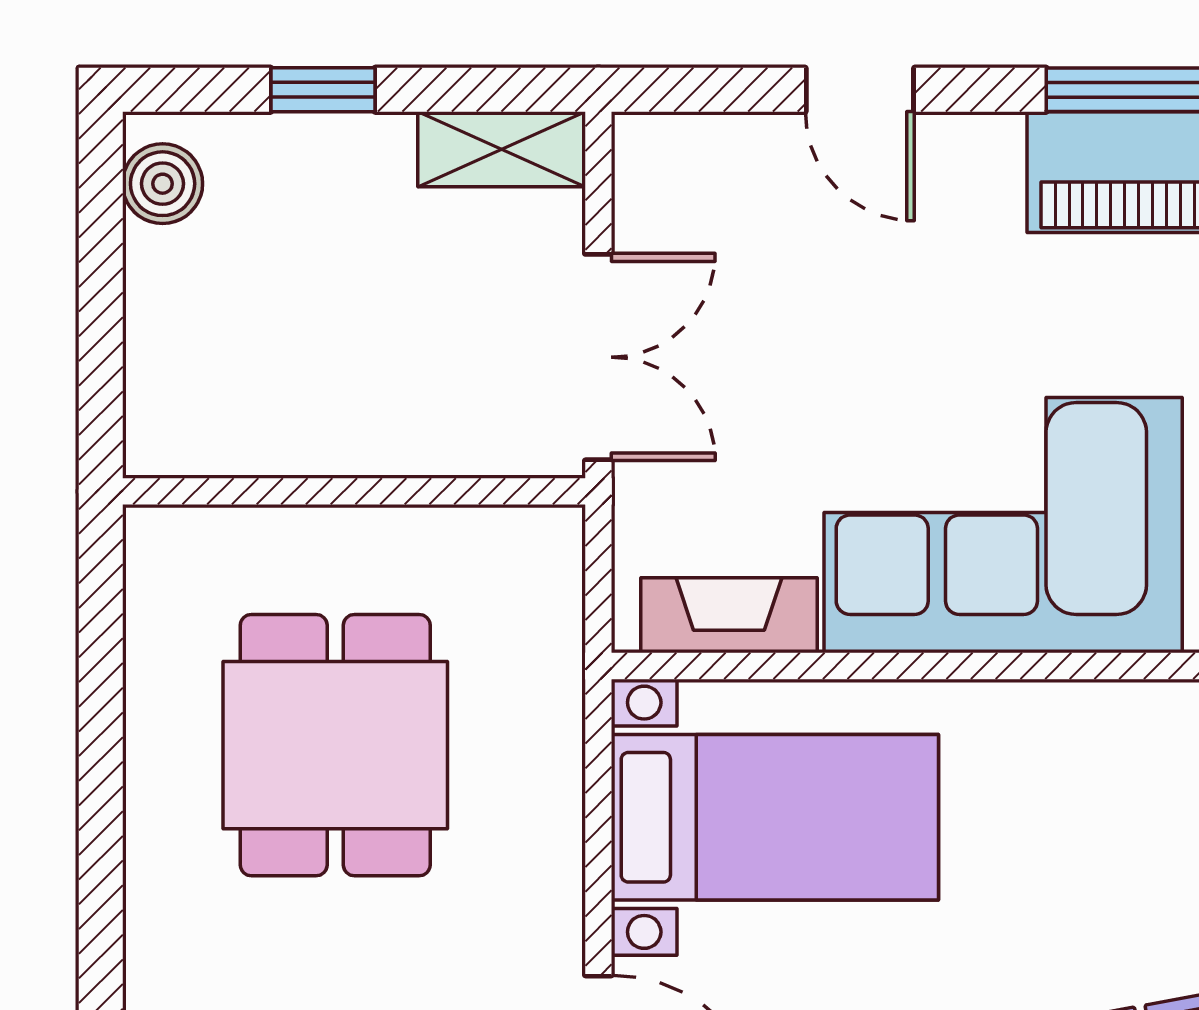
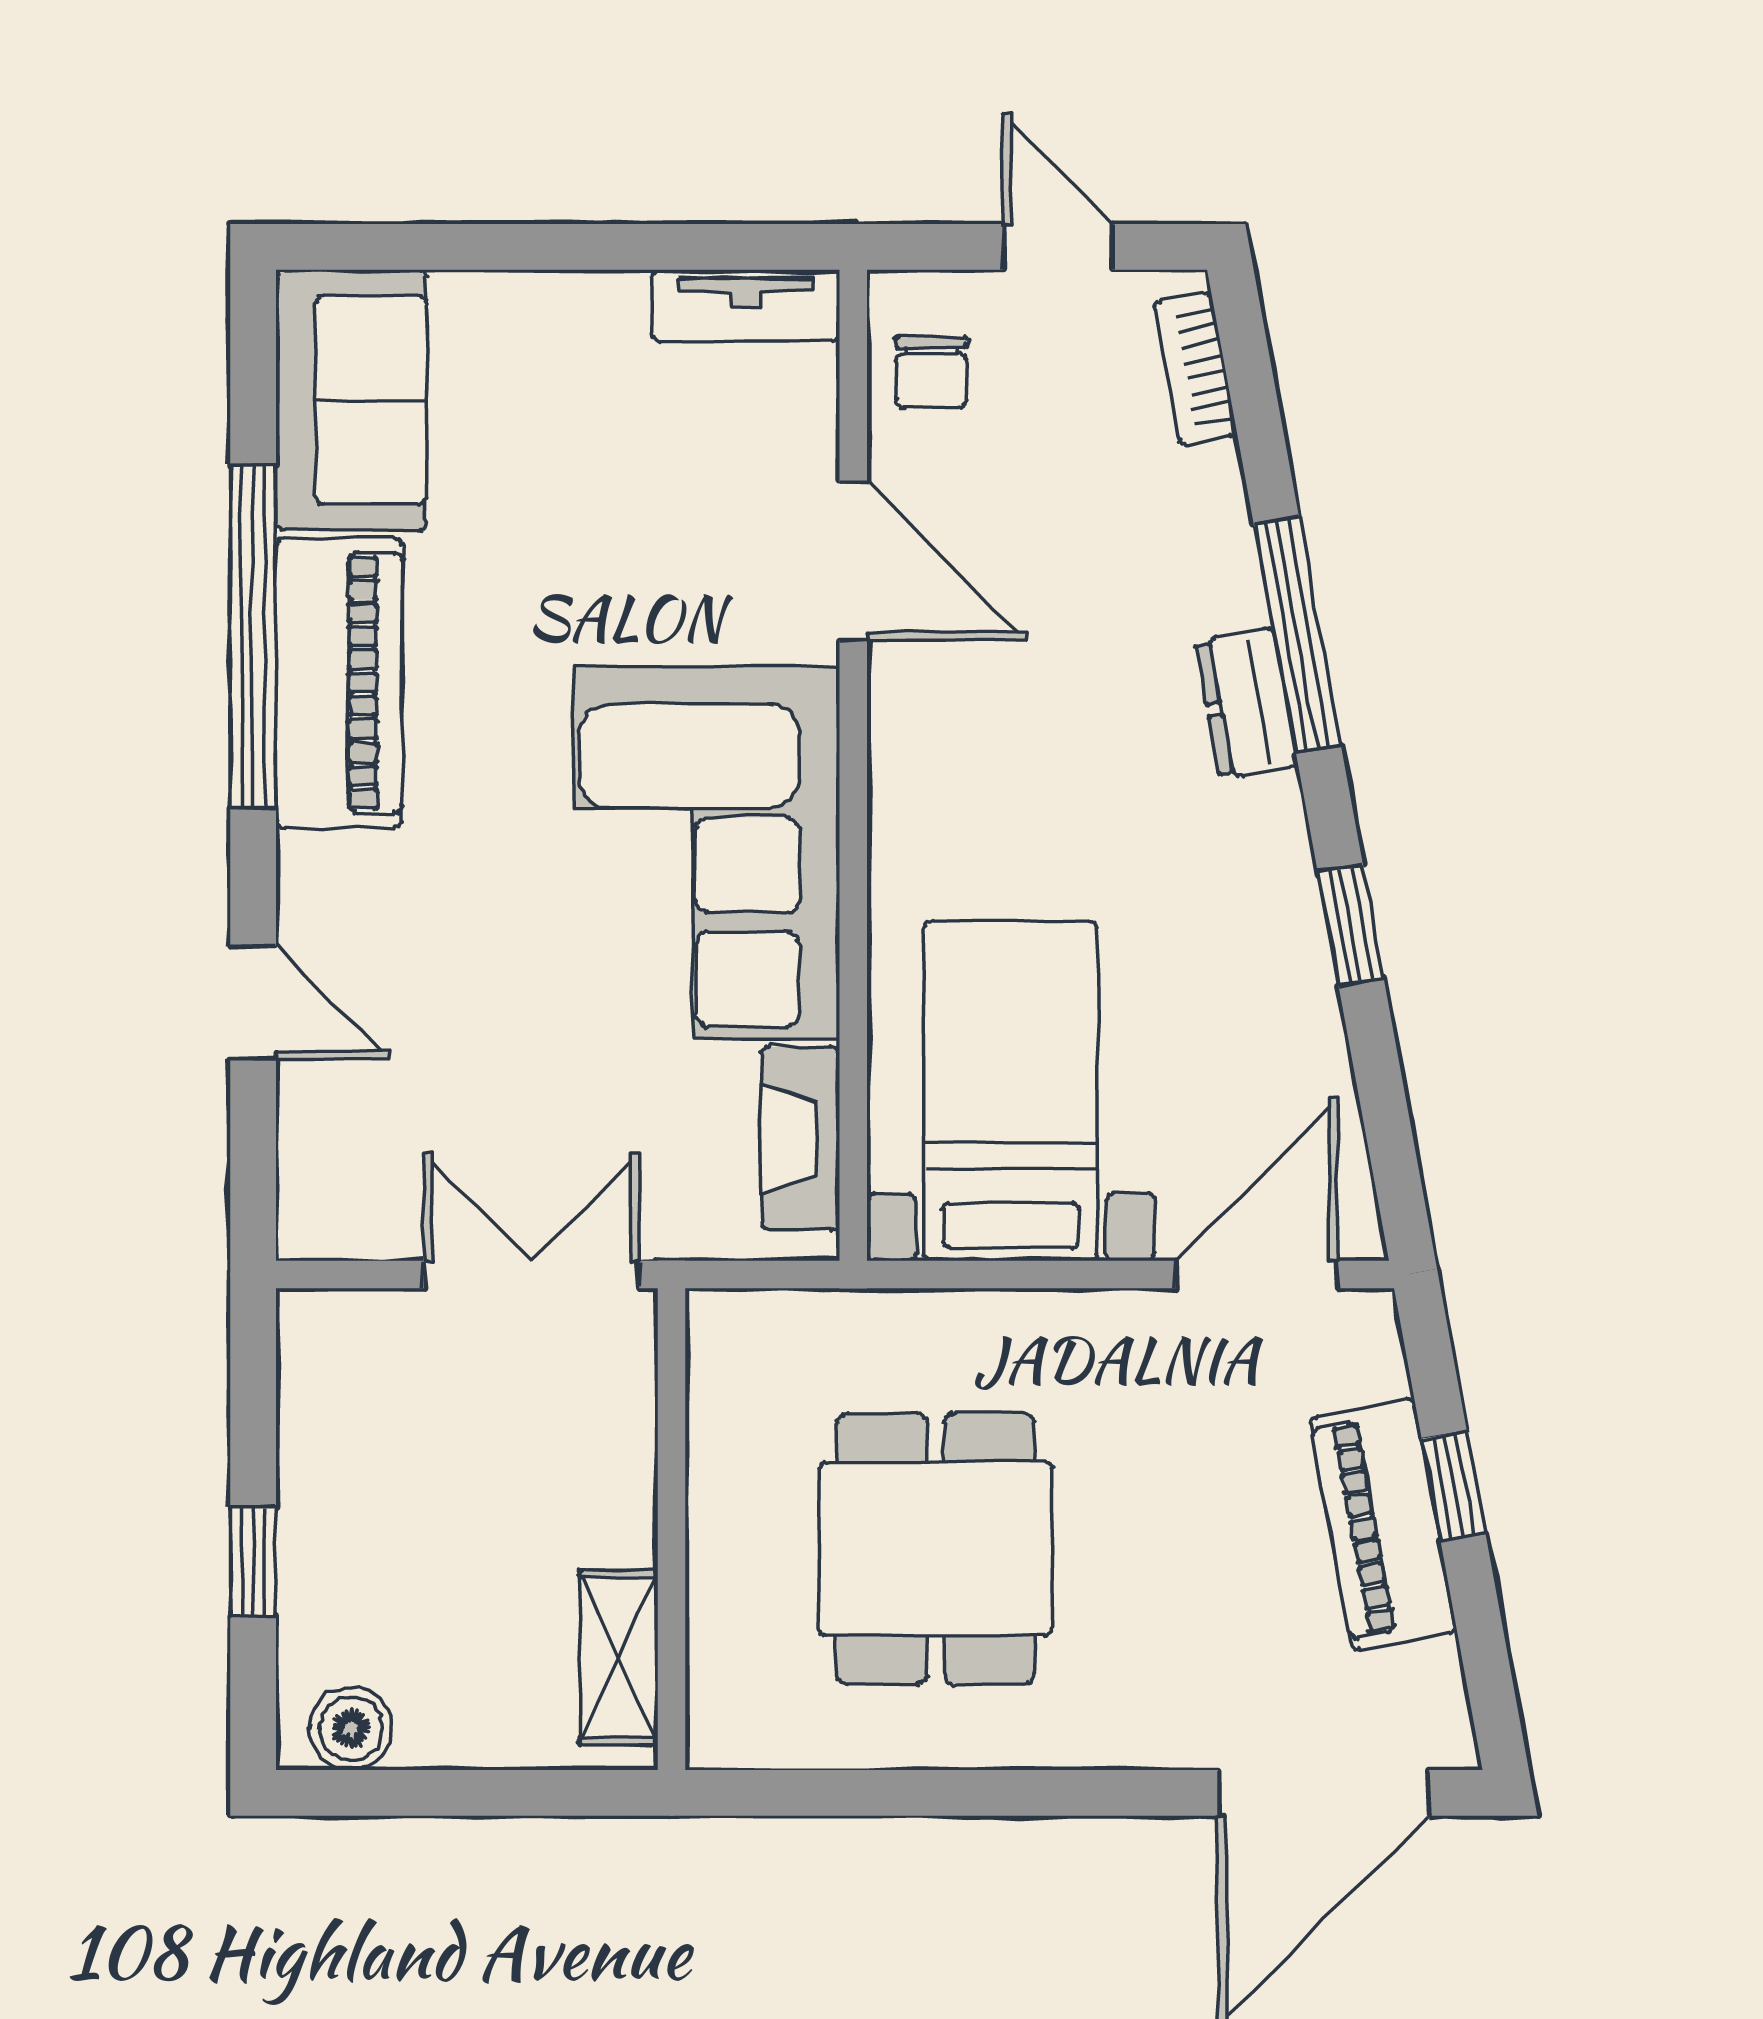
door: (860, 90) -> (253, 1002), hinge flipped
shelving: (502, 149) -> (619, 1657), moved
dining table: (335, 745) -> (936, 1549), turned 90

